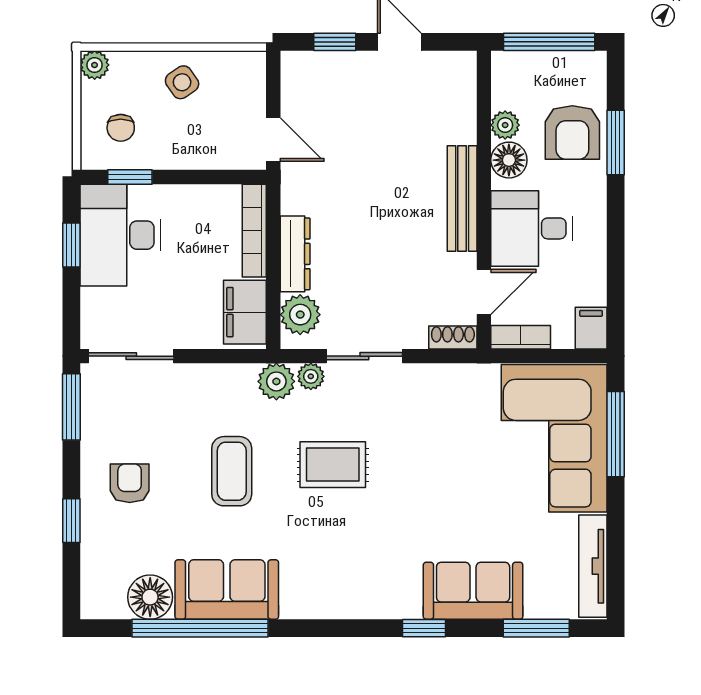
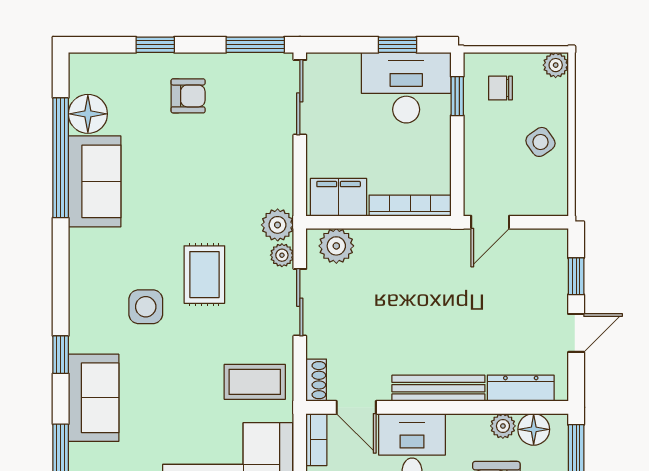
floor lamp: (509, 160) -> (534, 429), moved
dresser: (295, 254) -> (521, 388), moved, turned 180
coffee table: (232, 471) -> (255, 382), moved
side table: (369, 531) -> (146, 307), added

